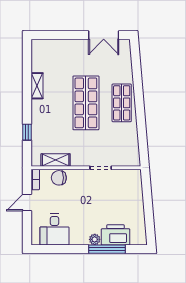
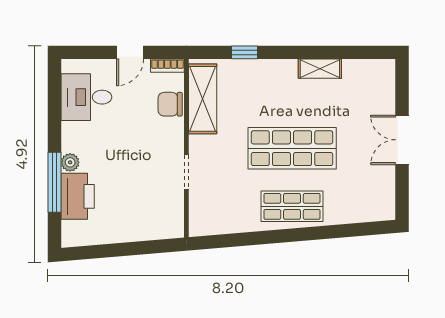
double door: (104, 35) -> (402, 140), moved
shelving: (56, 160) -> (203, 99), width x1.50, depth x1.33
chair: (59, 178) -> (170, 104), turned -90
door: (27, 203) -> (130, 52), swing flipped

